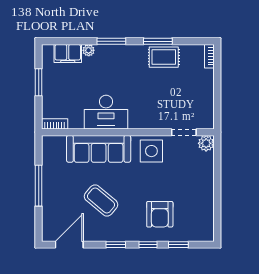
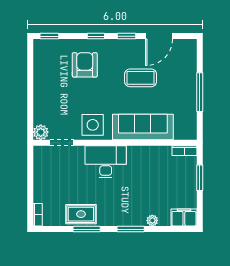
filing cabinet: (68, 53) -> (184, 217), moved
window: (39, 82) -> (200, 178), moved
desk: (106, 112) -> (106, 162), moved
coffee table: (101, 200) -> (141, 78), turned -40
door: (69, 245) -> (159, 36), moved
window: (178, 245) -> (49, 36), moved

